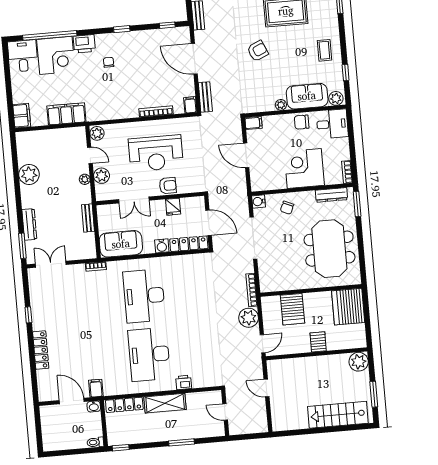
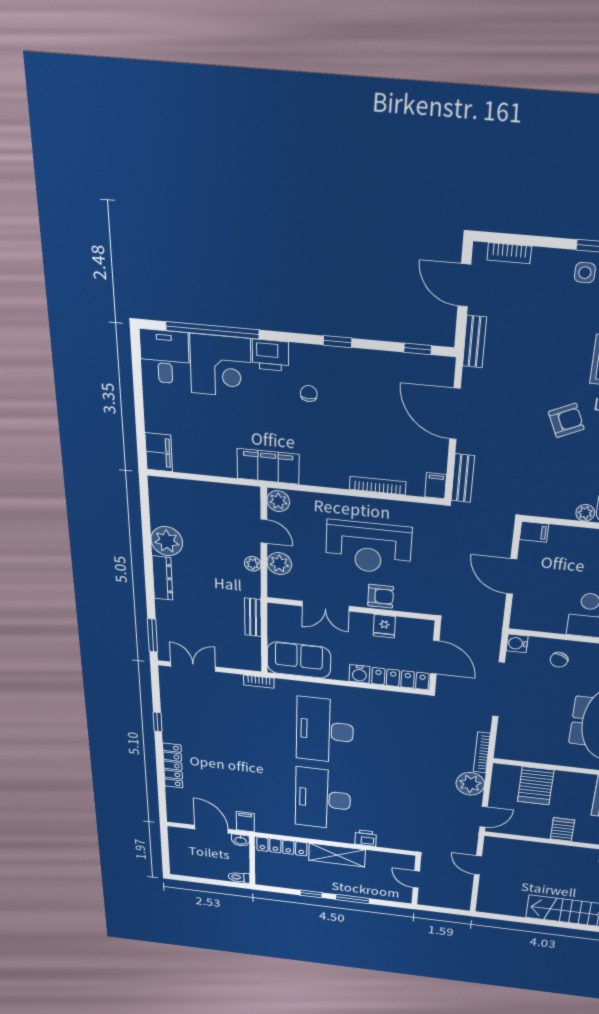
filing cabinet: (66, 114) -> (268, 466), moved
dresser: (29, 224) -> (162, 578), moved
window: (121, 448) -> (311, 894), moved

